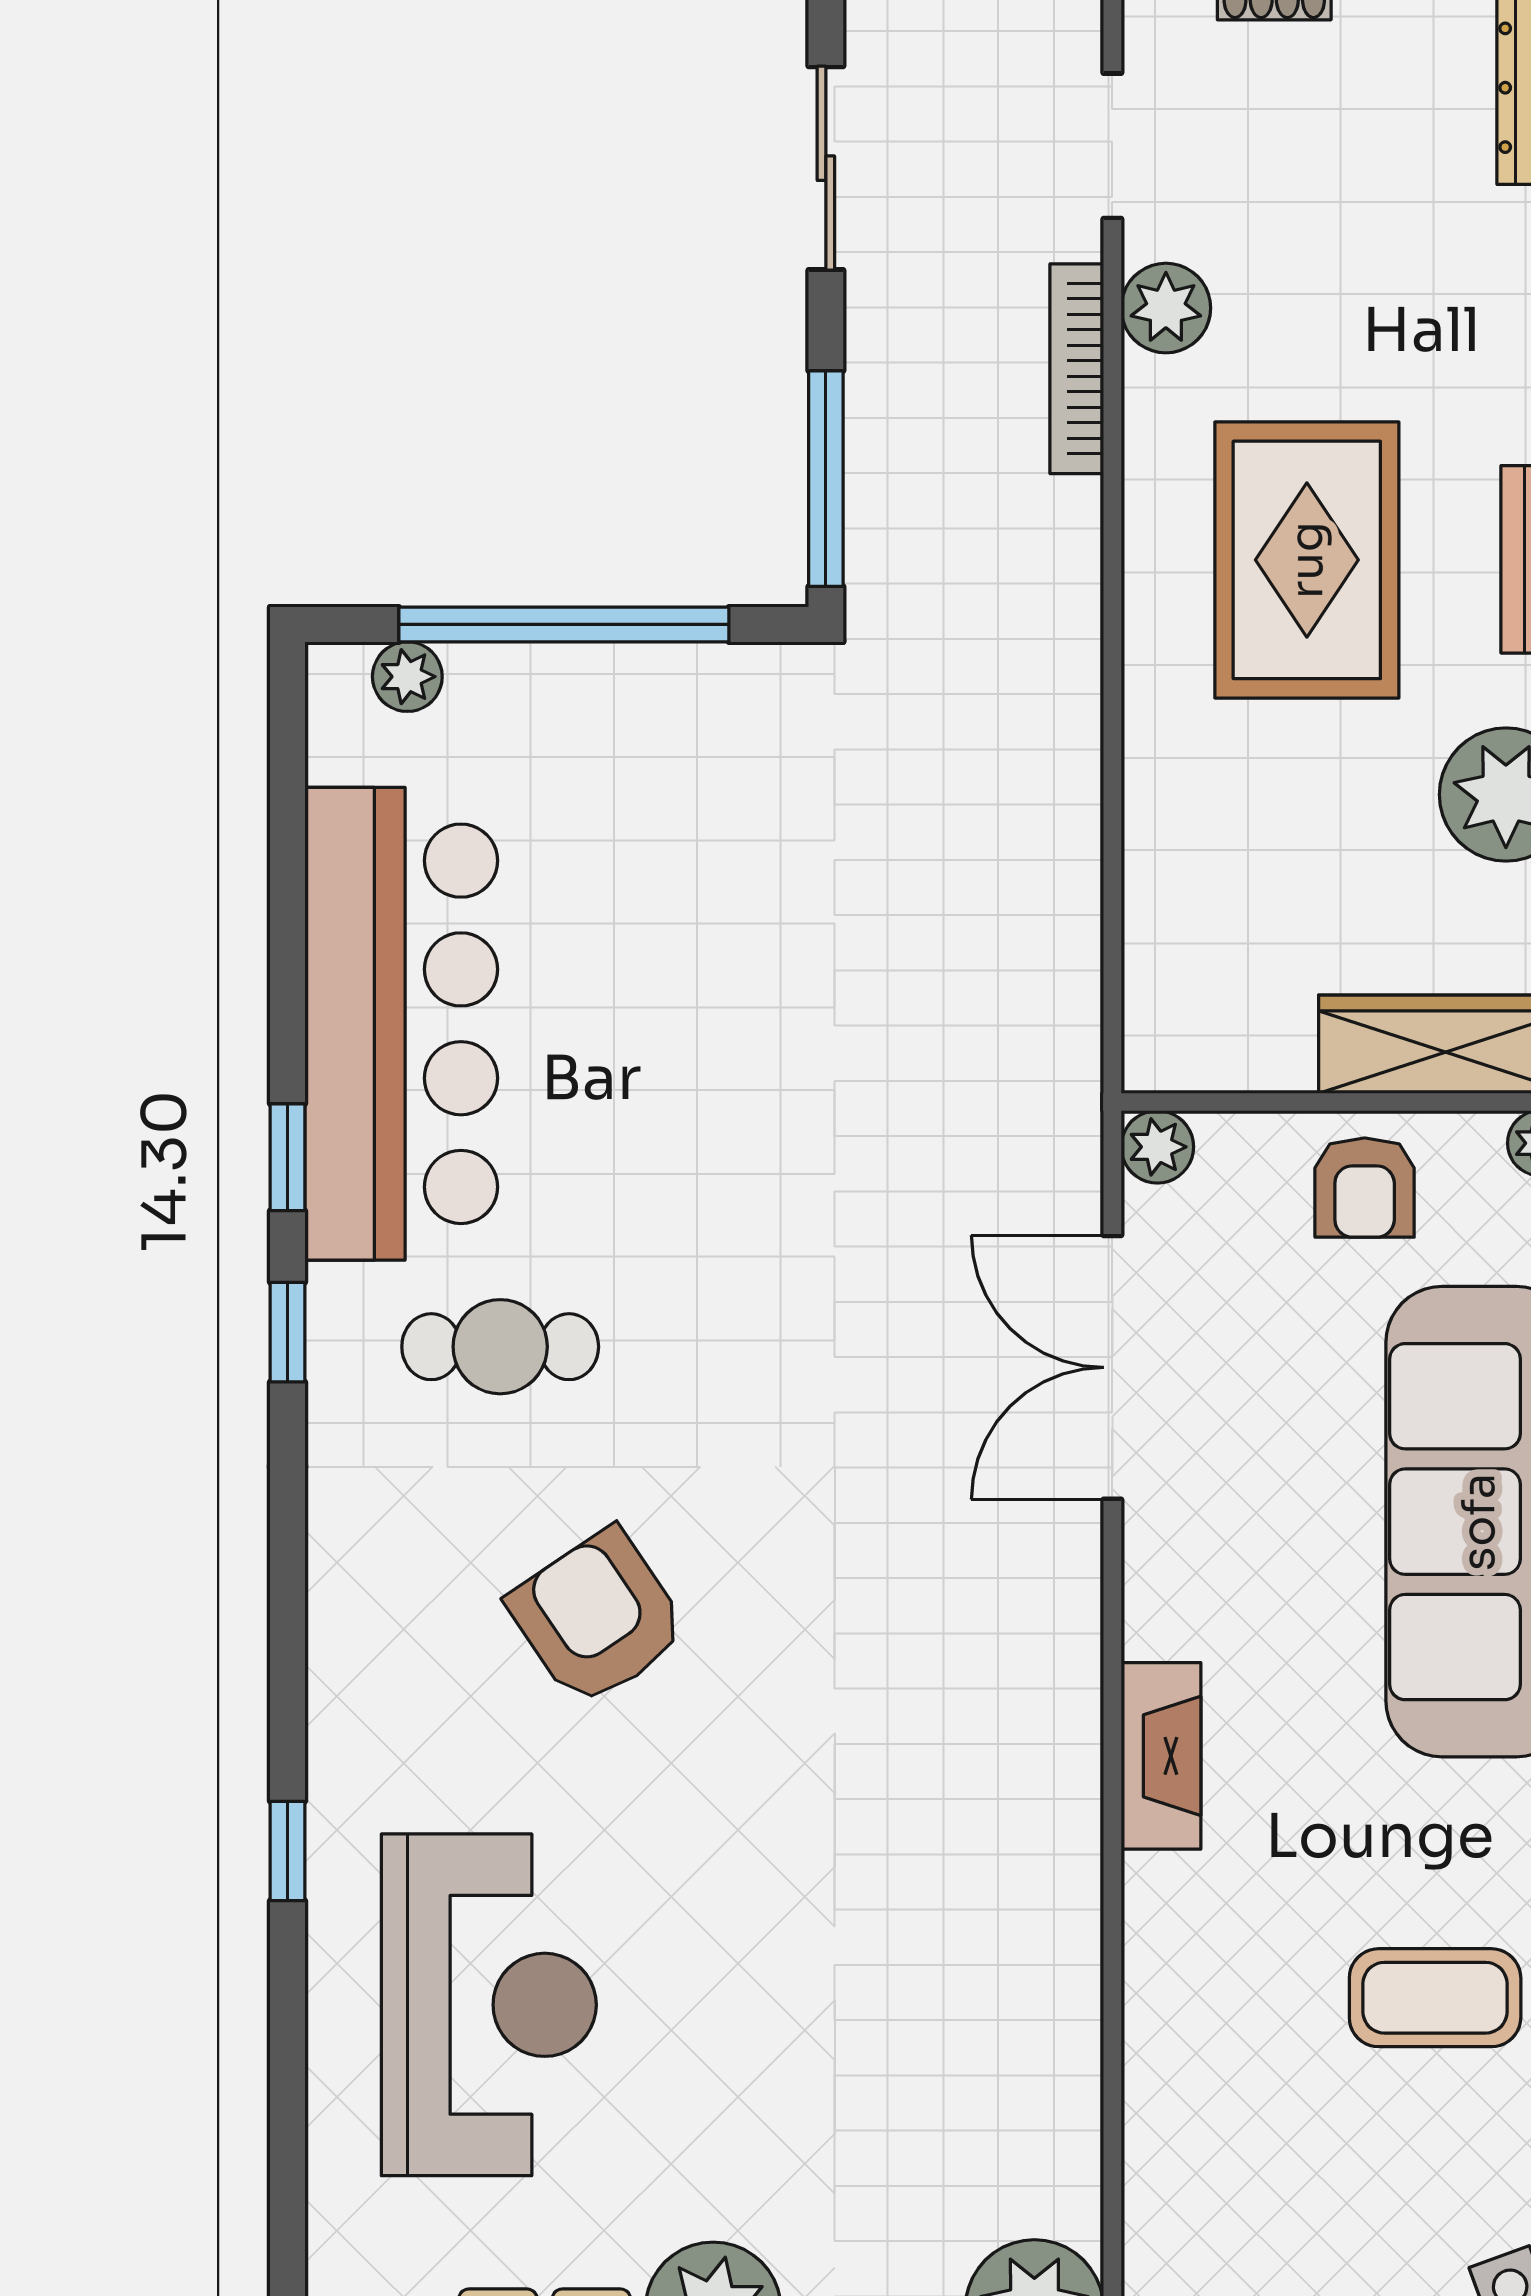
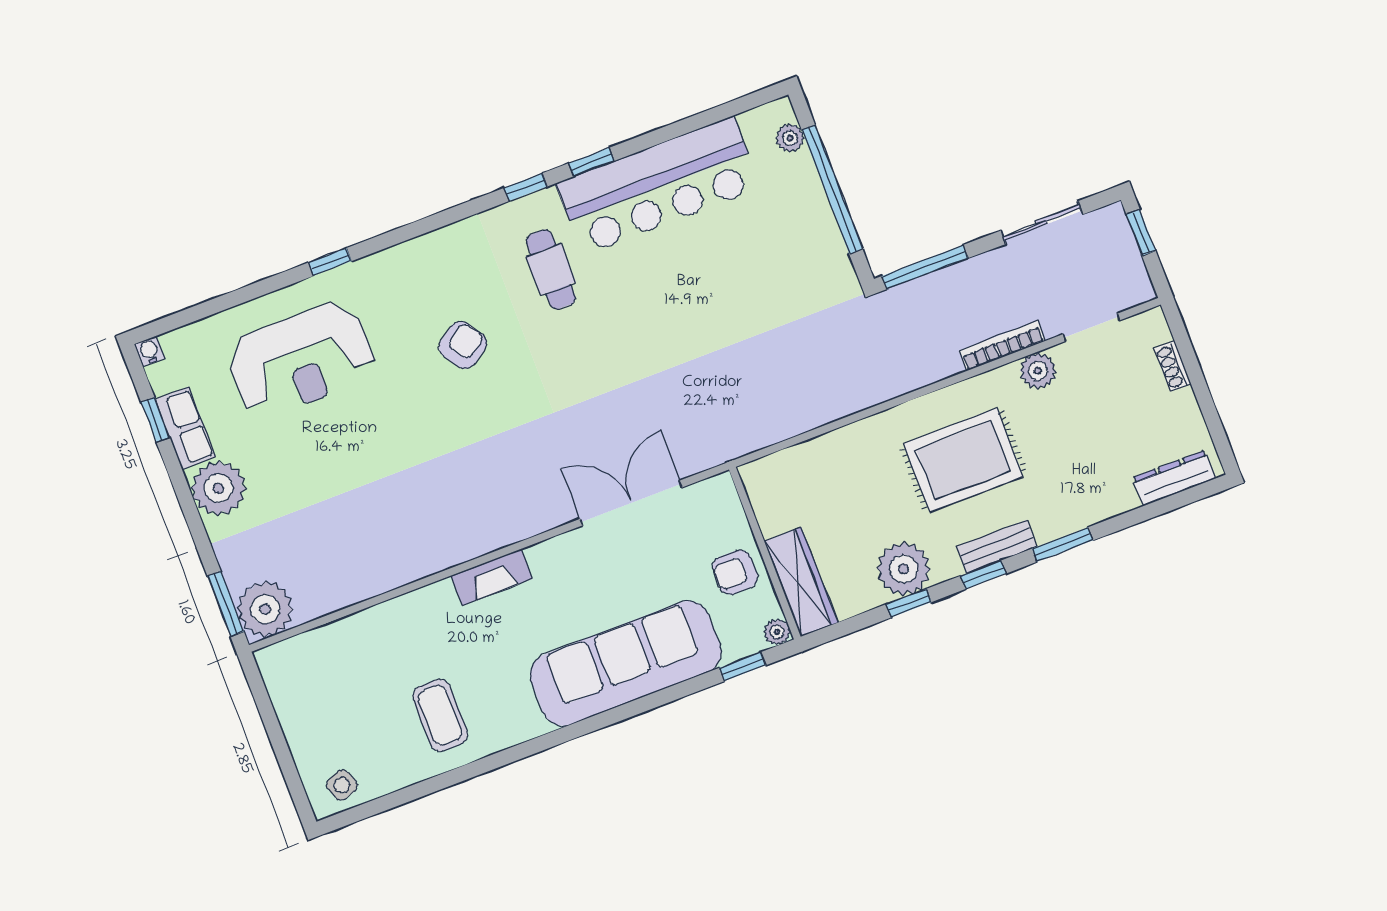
plant: (1157, 1147) -> (721, 488), removed
armchair: (598, 1618) -> (463, 345), width x0.72, depth x0.72

